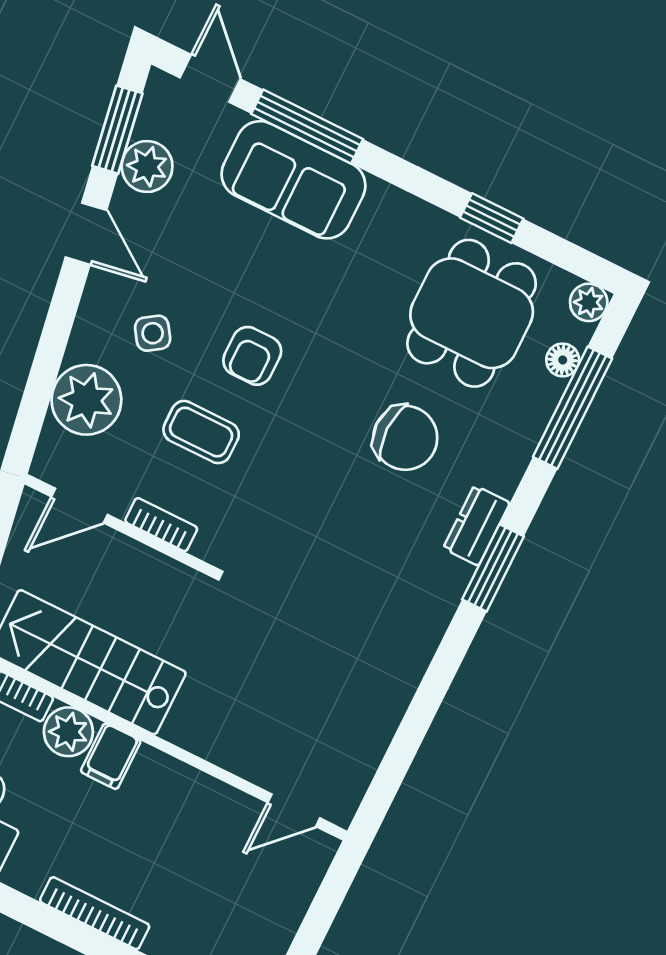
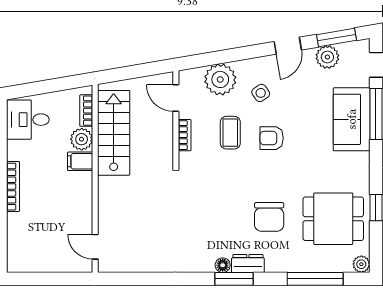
floor lamp: (563, 360) -> (223, 265), moved

